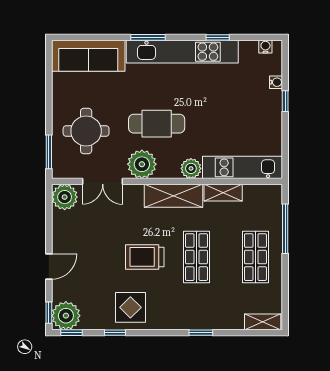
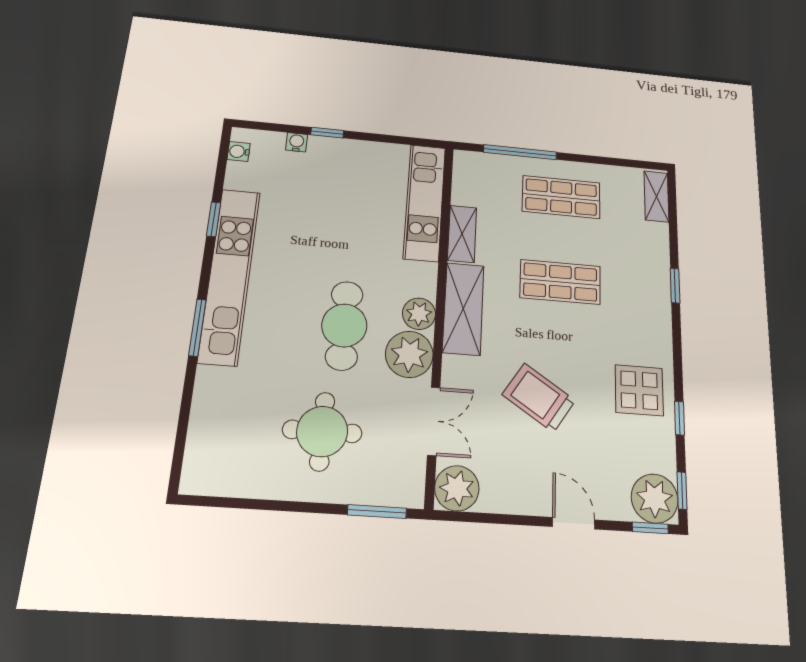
sofa: (88, 56) -> (215, 431), removed
round table: (86, 131) -> (322, 431), moved
plant: (191, 168) -> (419, 314), moved
trolley: (145, 257) -> (539, 398), moved, turned 123

